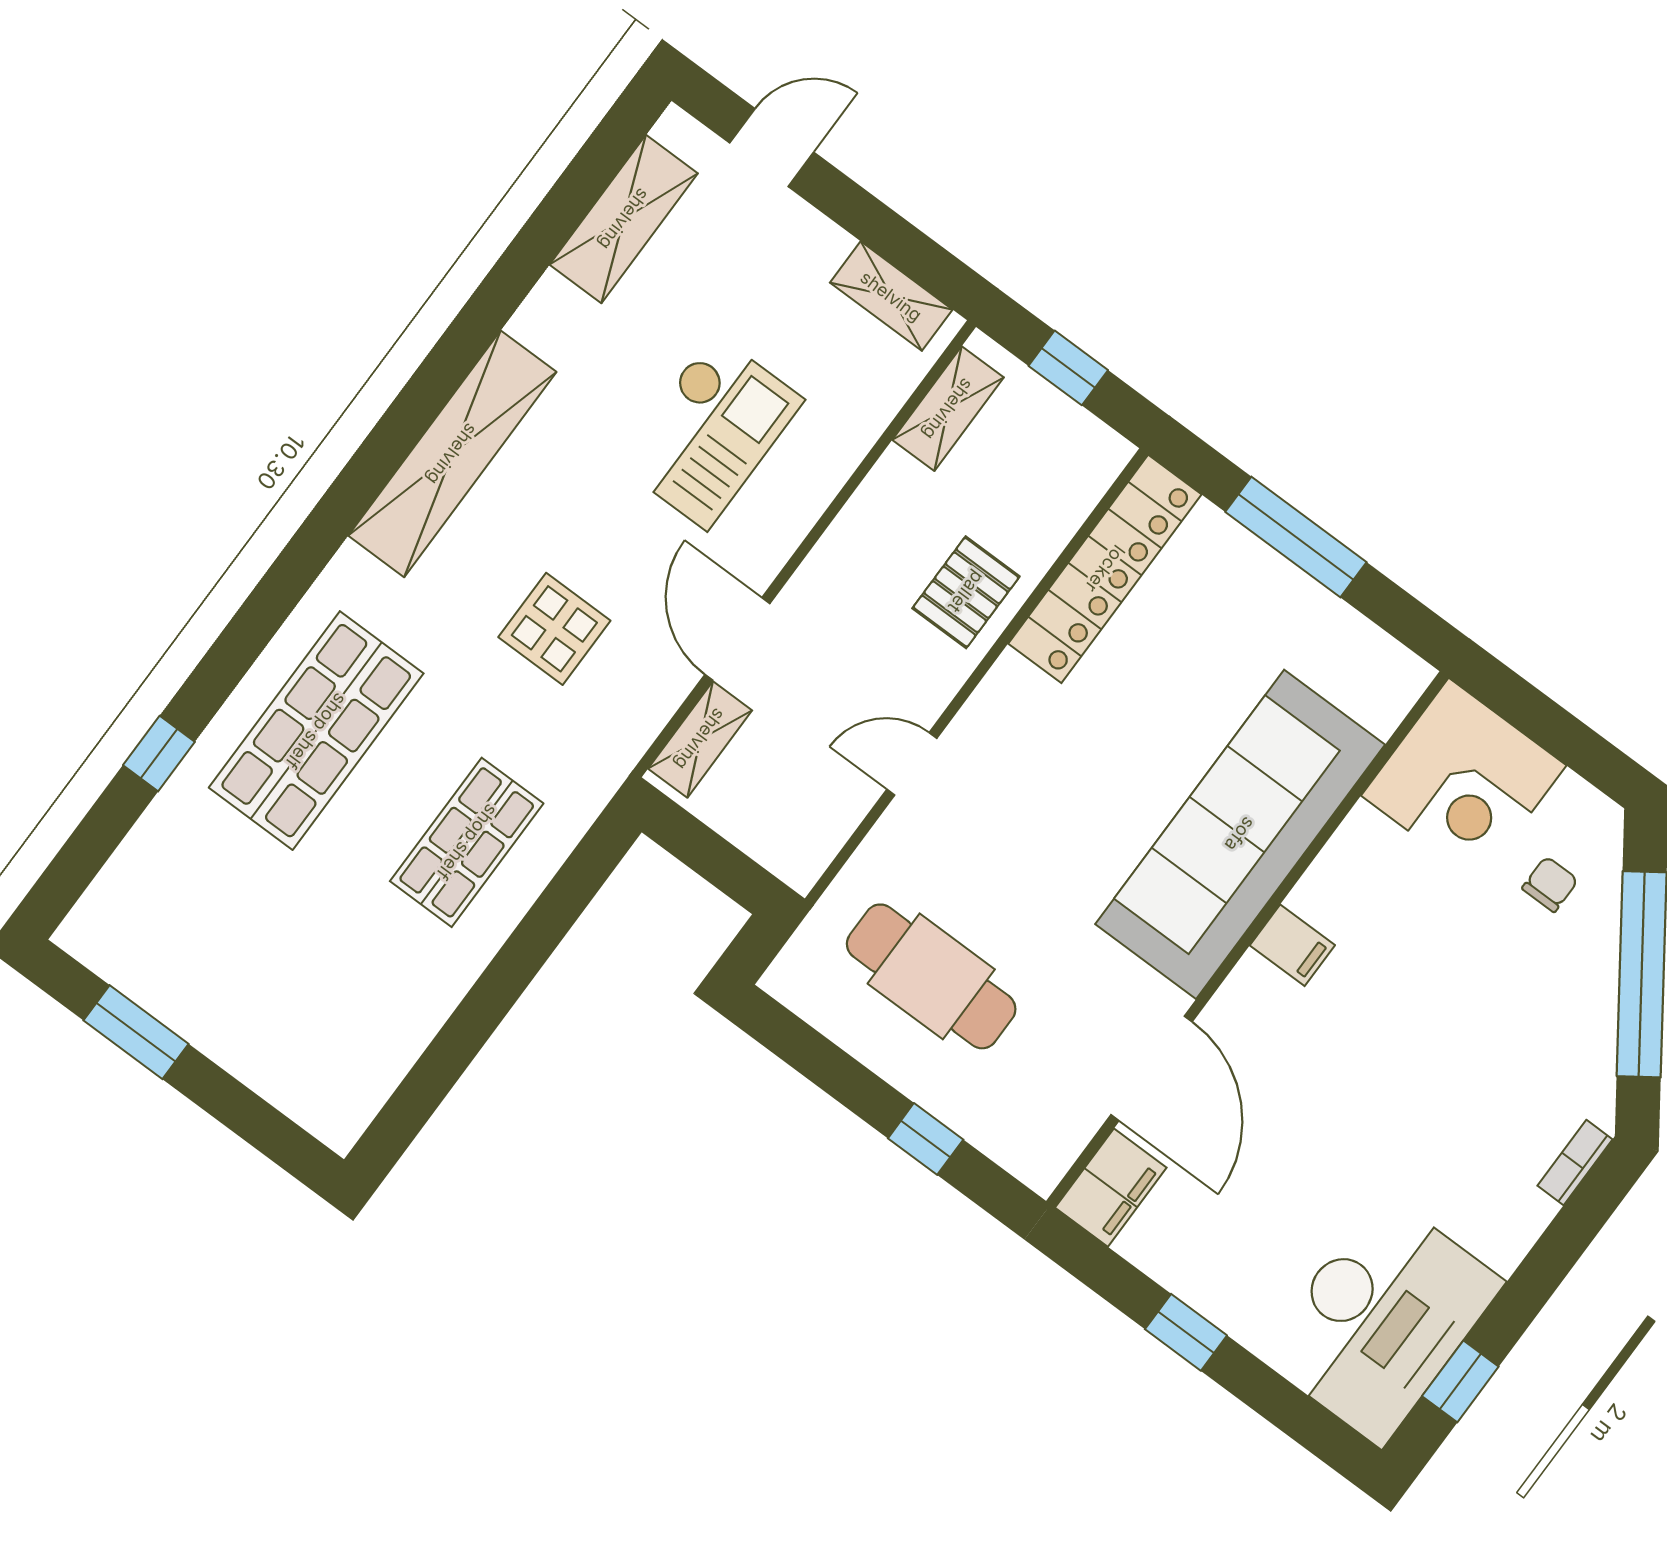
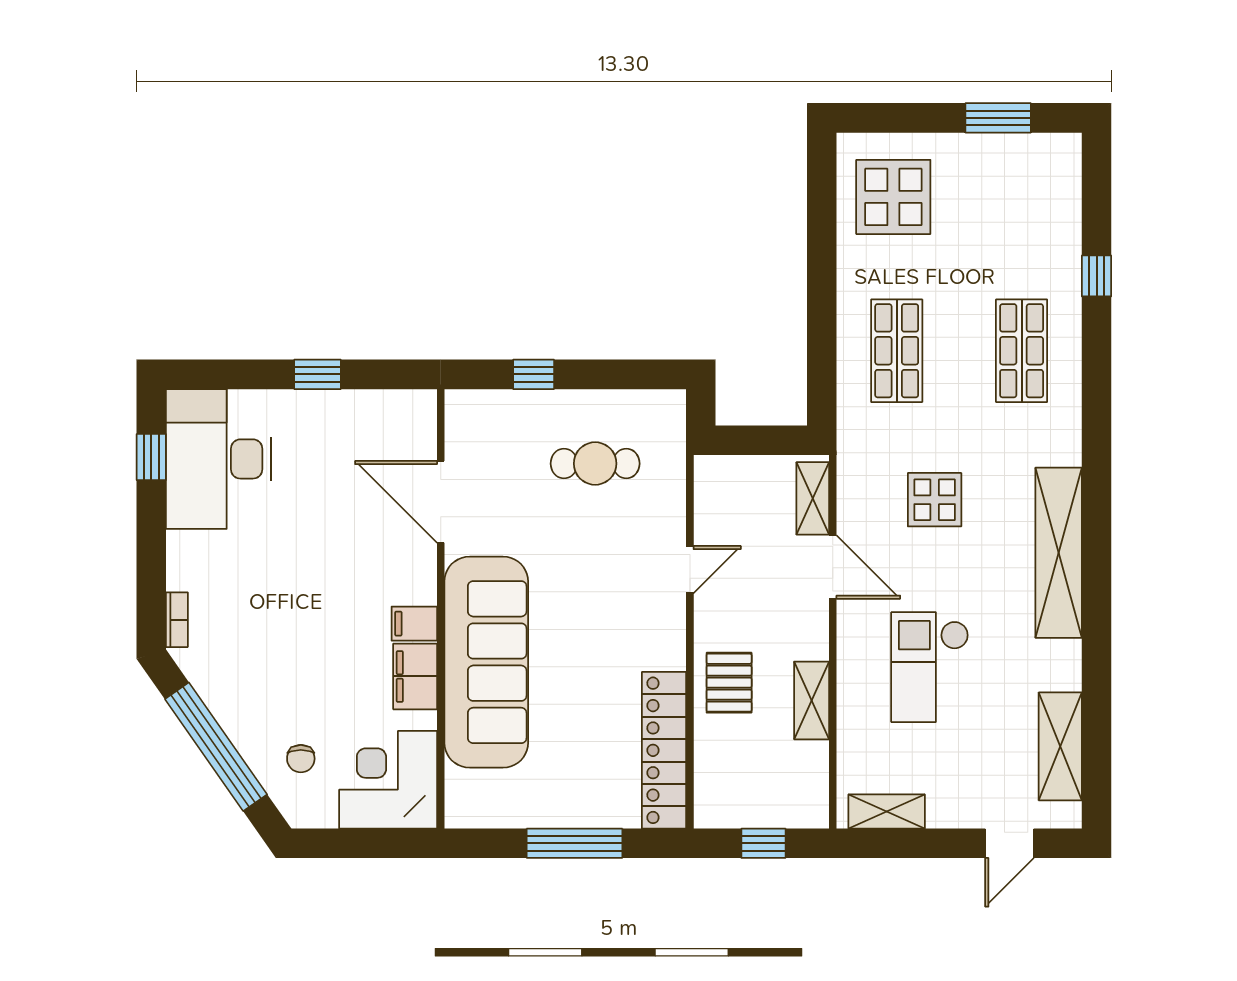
shelving: (948, 409) -> (812, 700), moved
shop shelf: (316, 731) -> (1022, 351), width x0.70, depth x0.74
cafe table: (931, 976) -> (595, 464), width x0.73, depth x0.74
display table: (333, 1031) -> (893, 197), added
filing cabinet: (1111, 1188) -> (415, 676), moved

